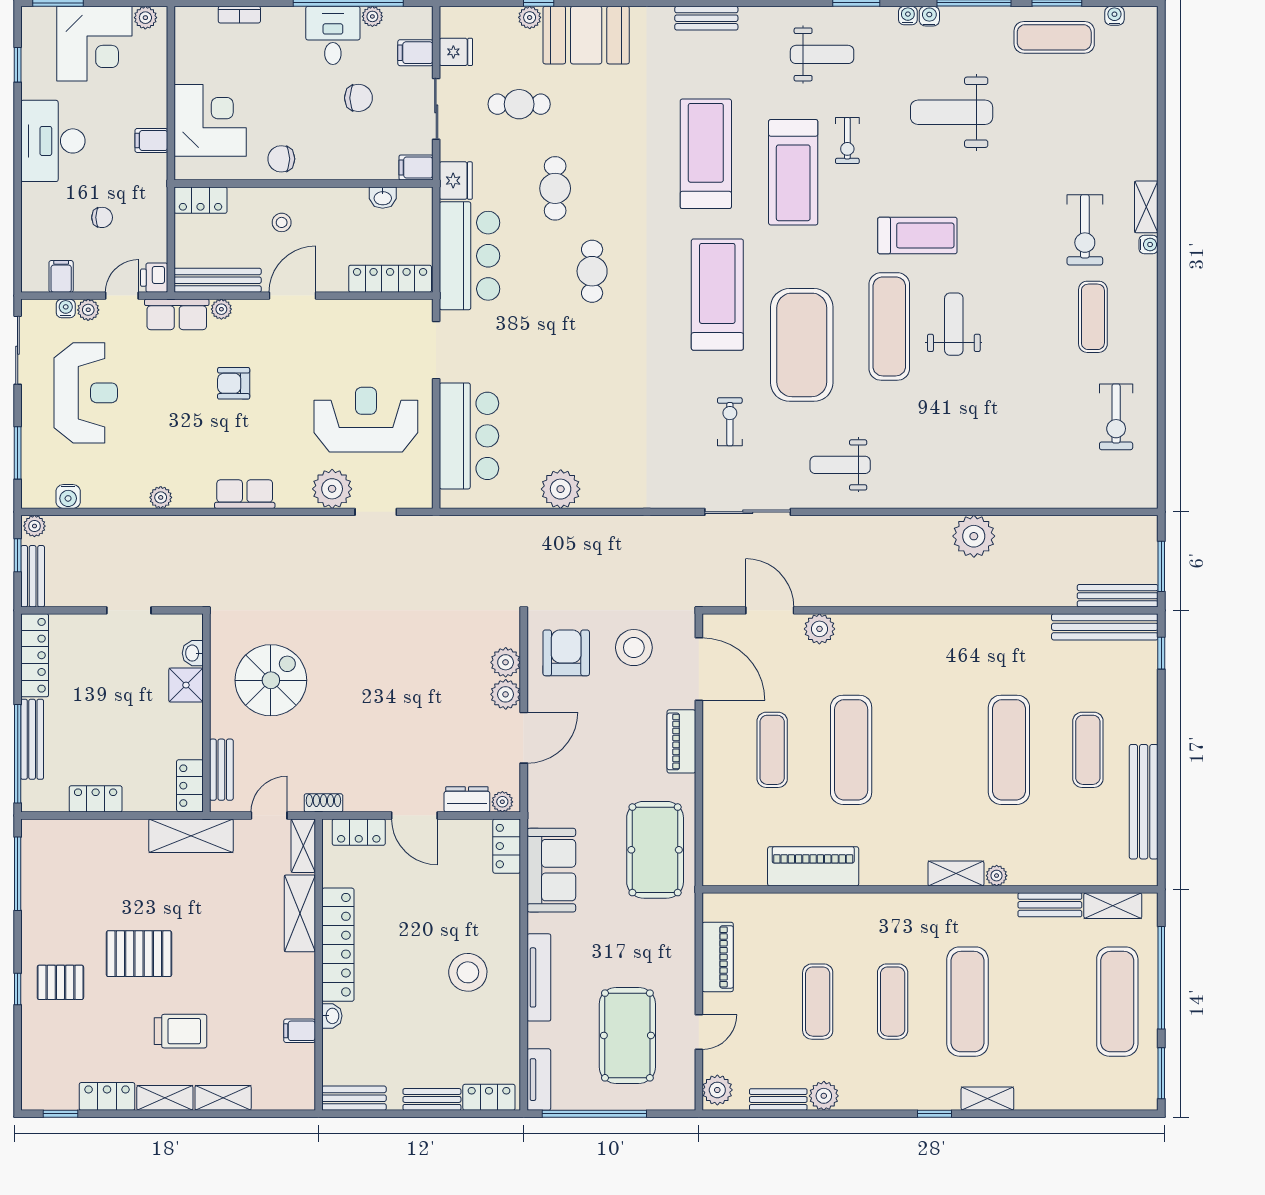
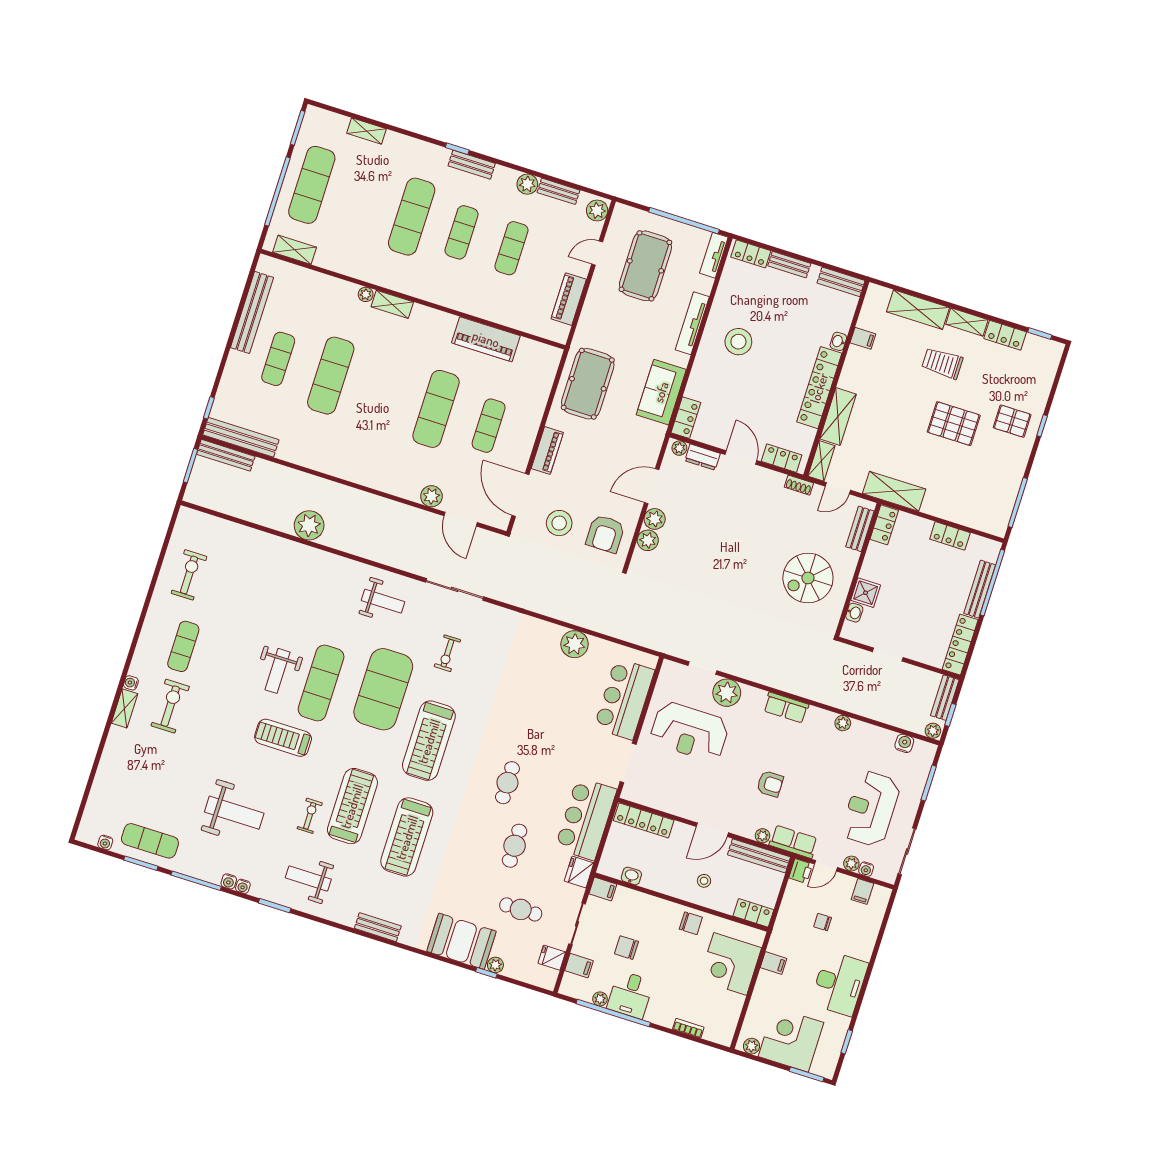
bench: (1050, 905) -> (472, 165), moved
shelving: (223, 1098) -> (918, 310), width x1.50, depth x1.33
shelving: (987, 1099) -> (367, 131), moved

